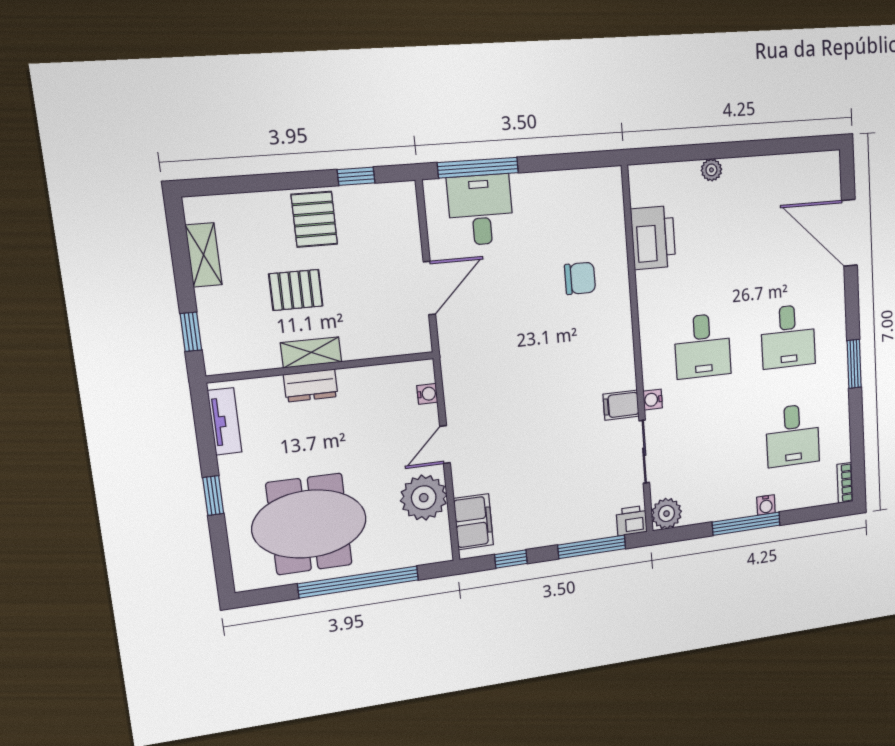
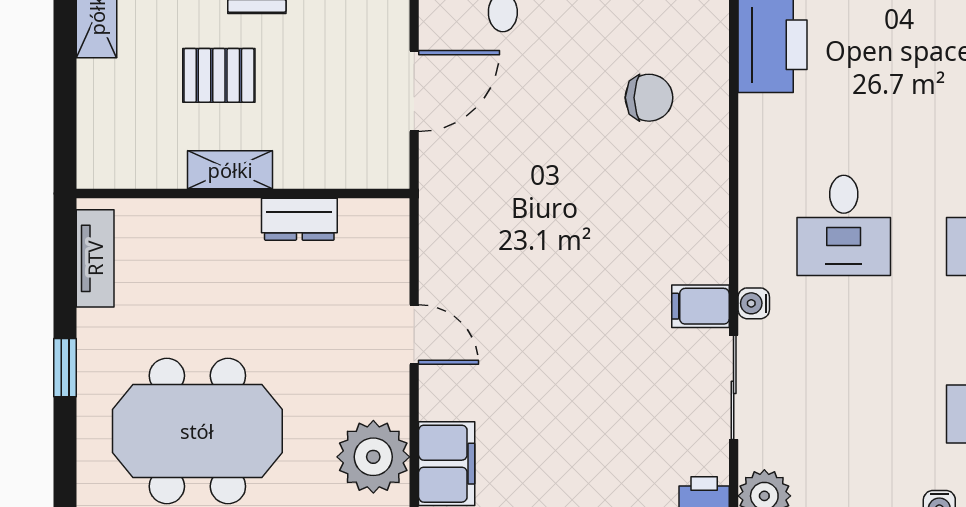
window: (191, 332) -> (65, 122), removed
dresser: (311, 385) -> (299, 219), moved
water cooler: (427, 394) -> (395, 252), removed
door: (445, 445) -> (414, 334), swing flipped
plant: (424, 498) -> (373, 457), moved

